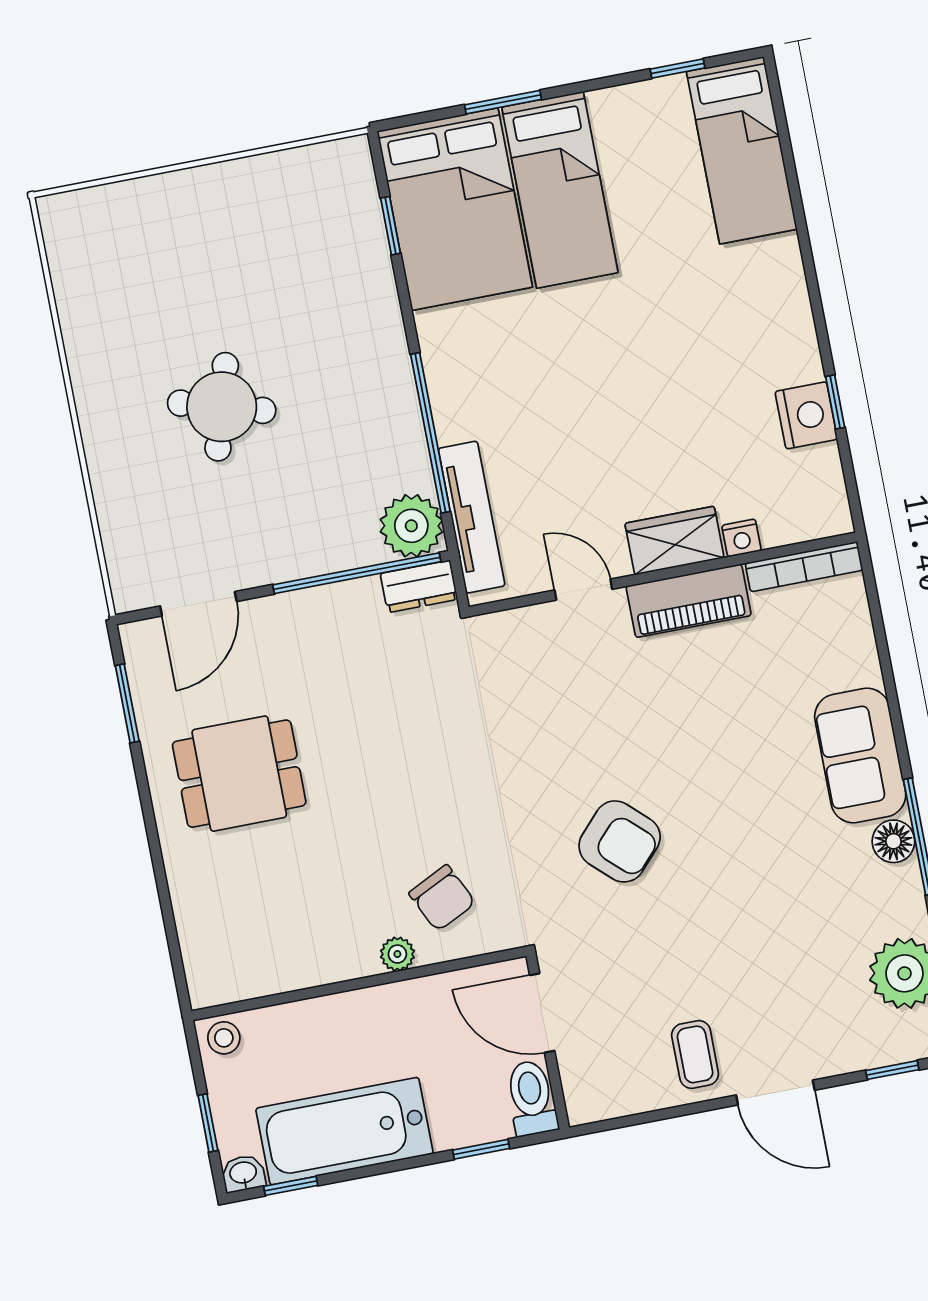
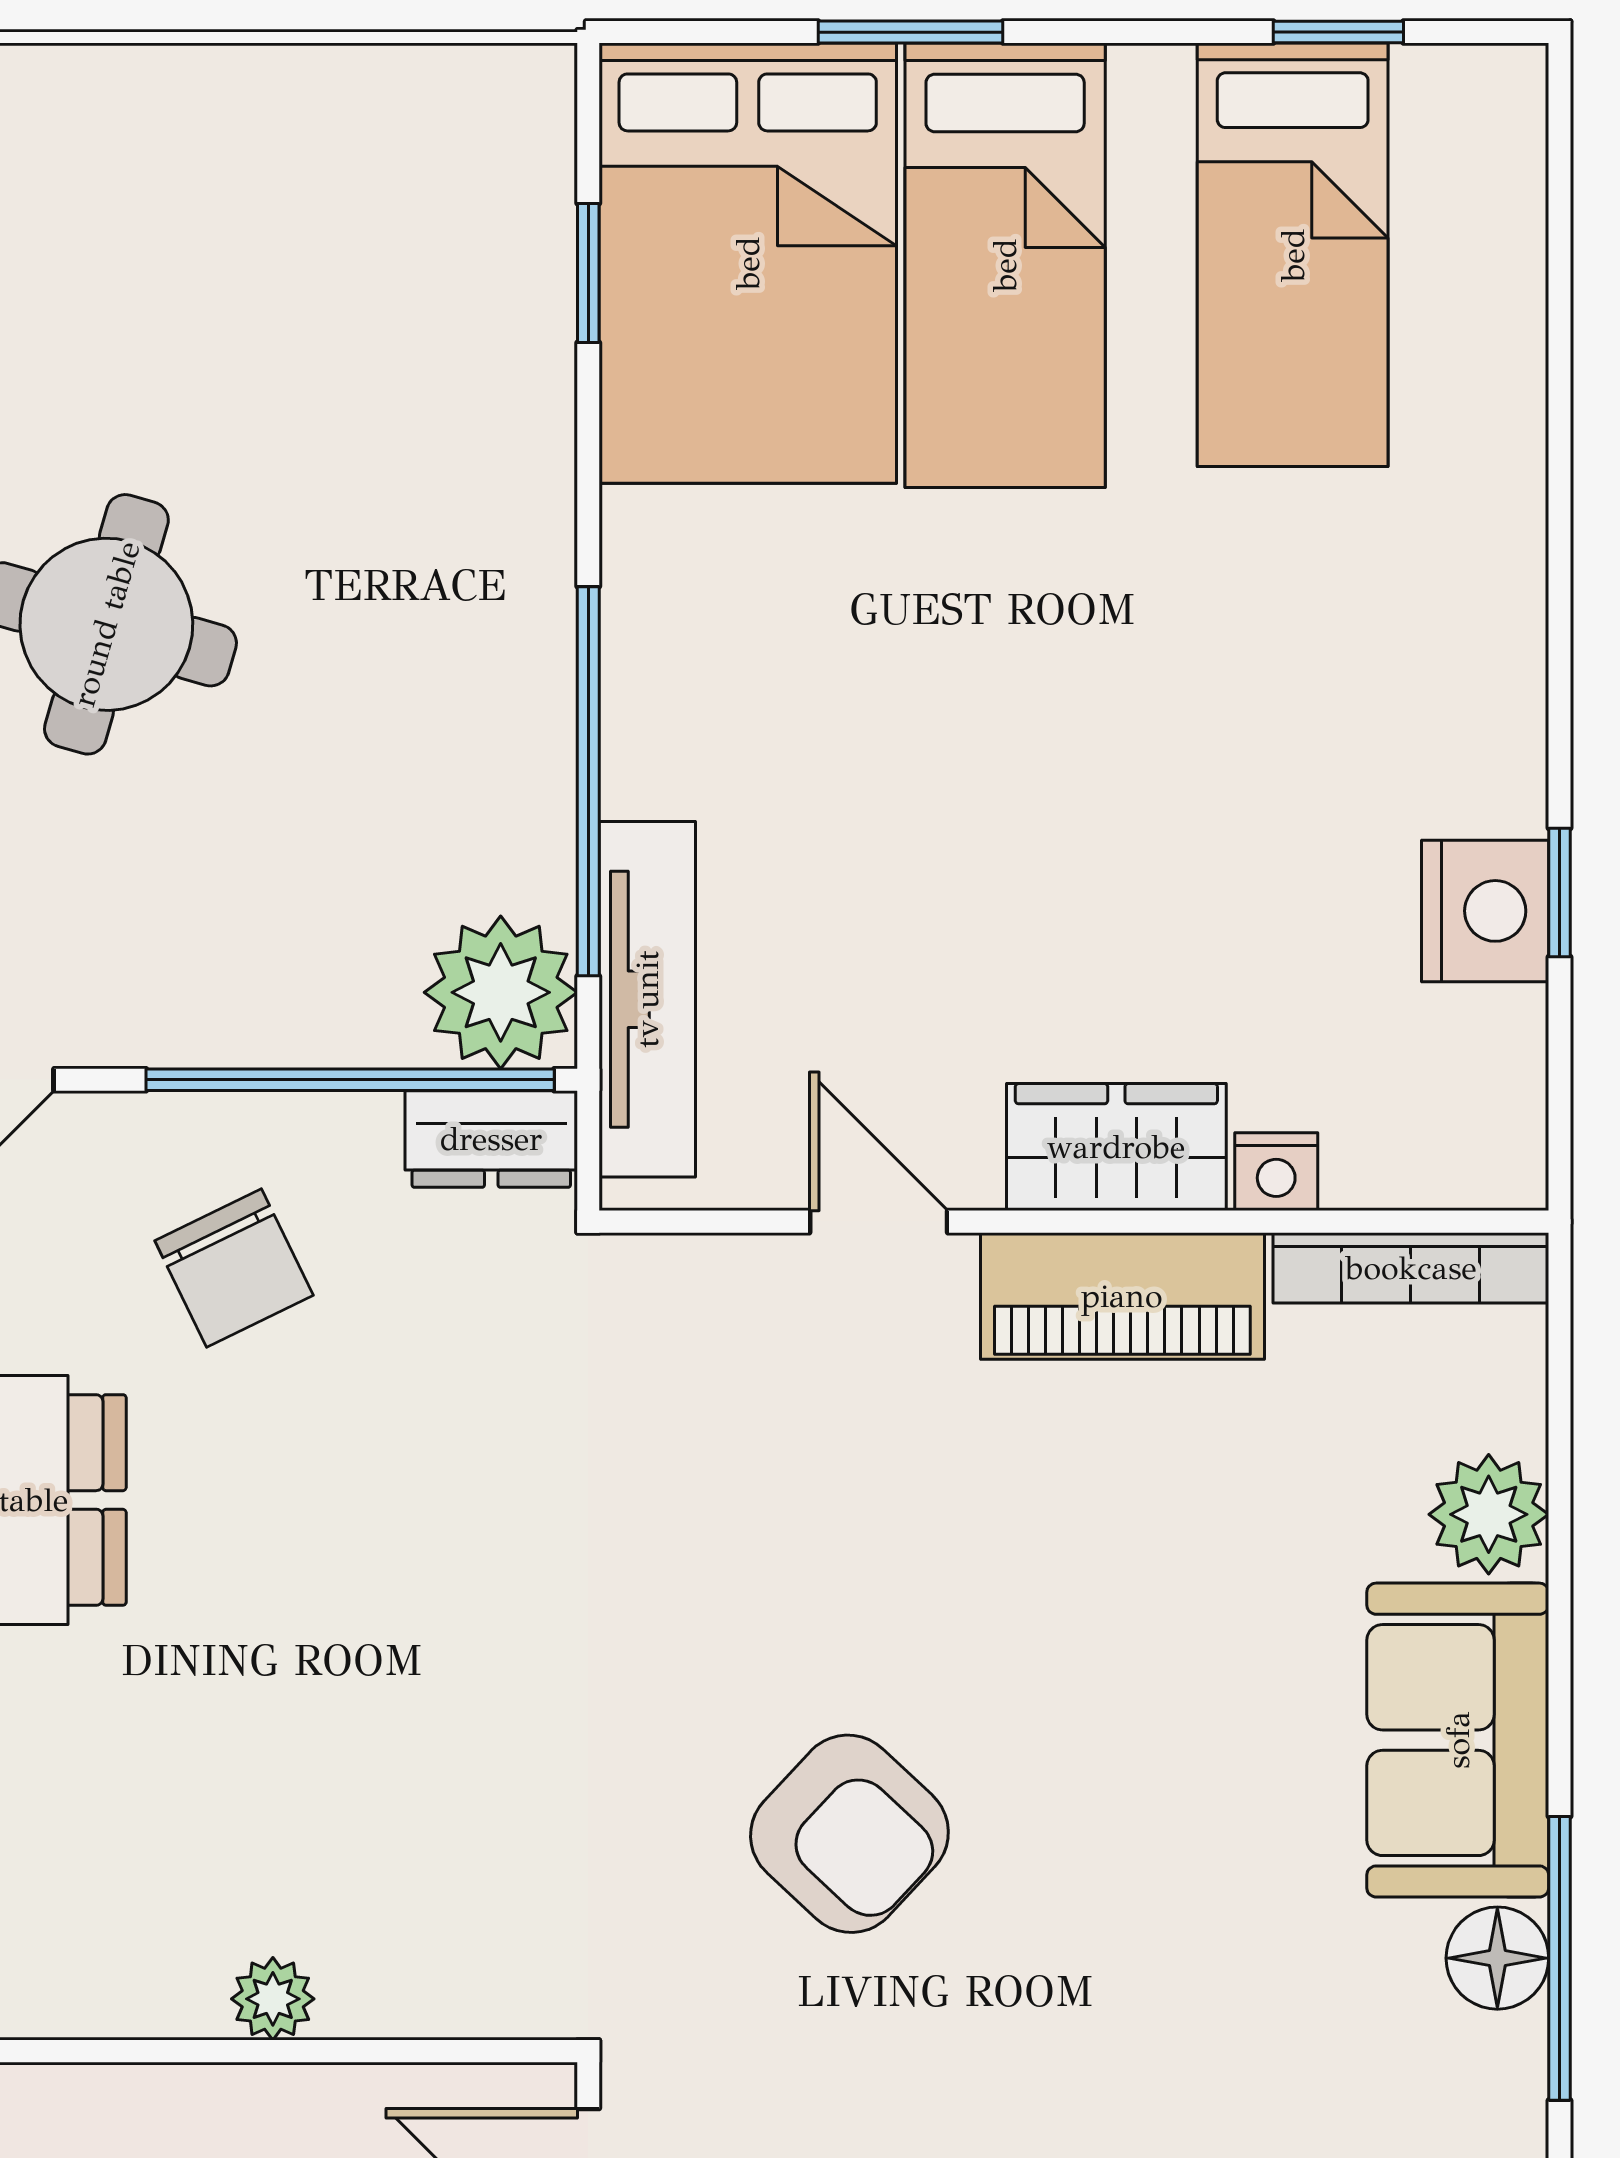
bed: (742, 150) -> (1293, 255), moved
plant: (855, 661) -> (1489, 1514), added
chair: (442, 898) -> (234, 1268), moved

